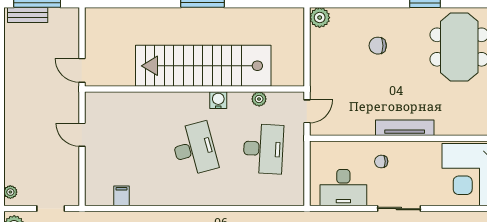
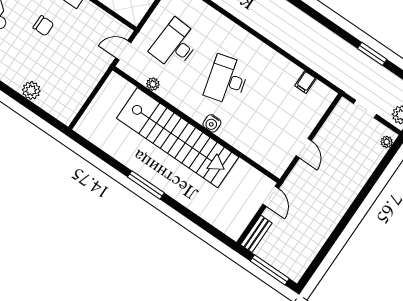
bench: (28, 15) -> (256, 234), moved, turned 90
plant: (320, 18) -> (31, 90), moved
chair: (378, 46) -> (43, 26), moved
water cooler: (218, 100) -> (212, 123), moved

